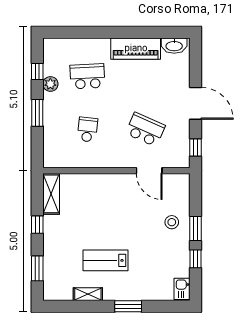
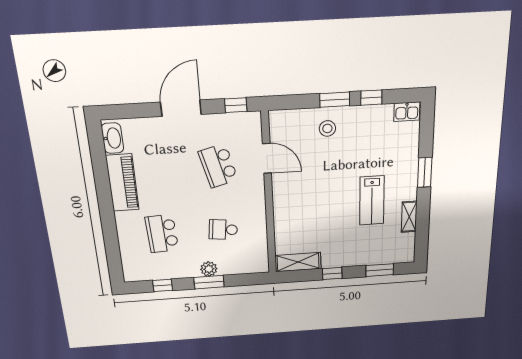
plant: (50, 84) -> (209, 269), moved
school desk: (145, 129) -> (218, 166), turned -39
door: (149, 171) -> (267, 158), hinge flipped

